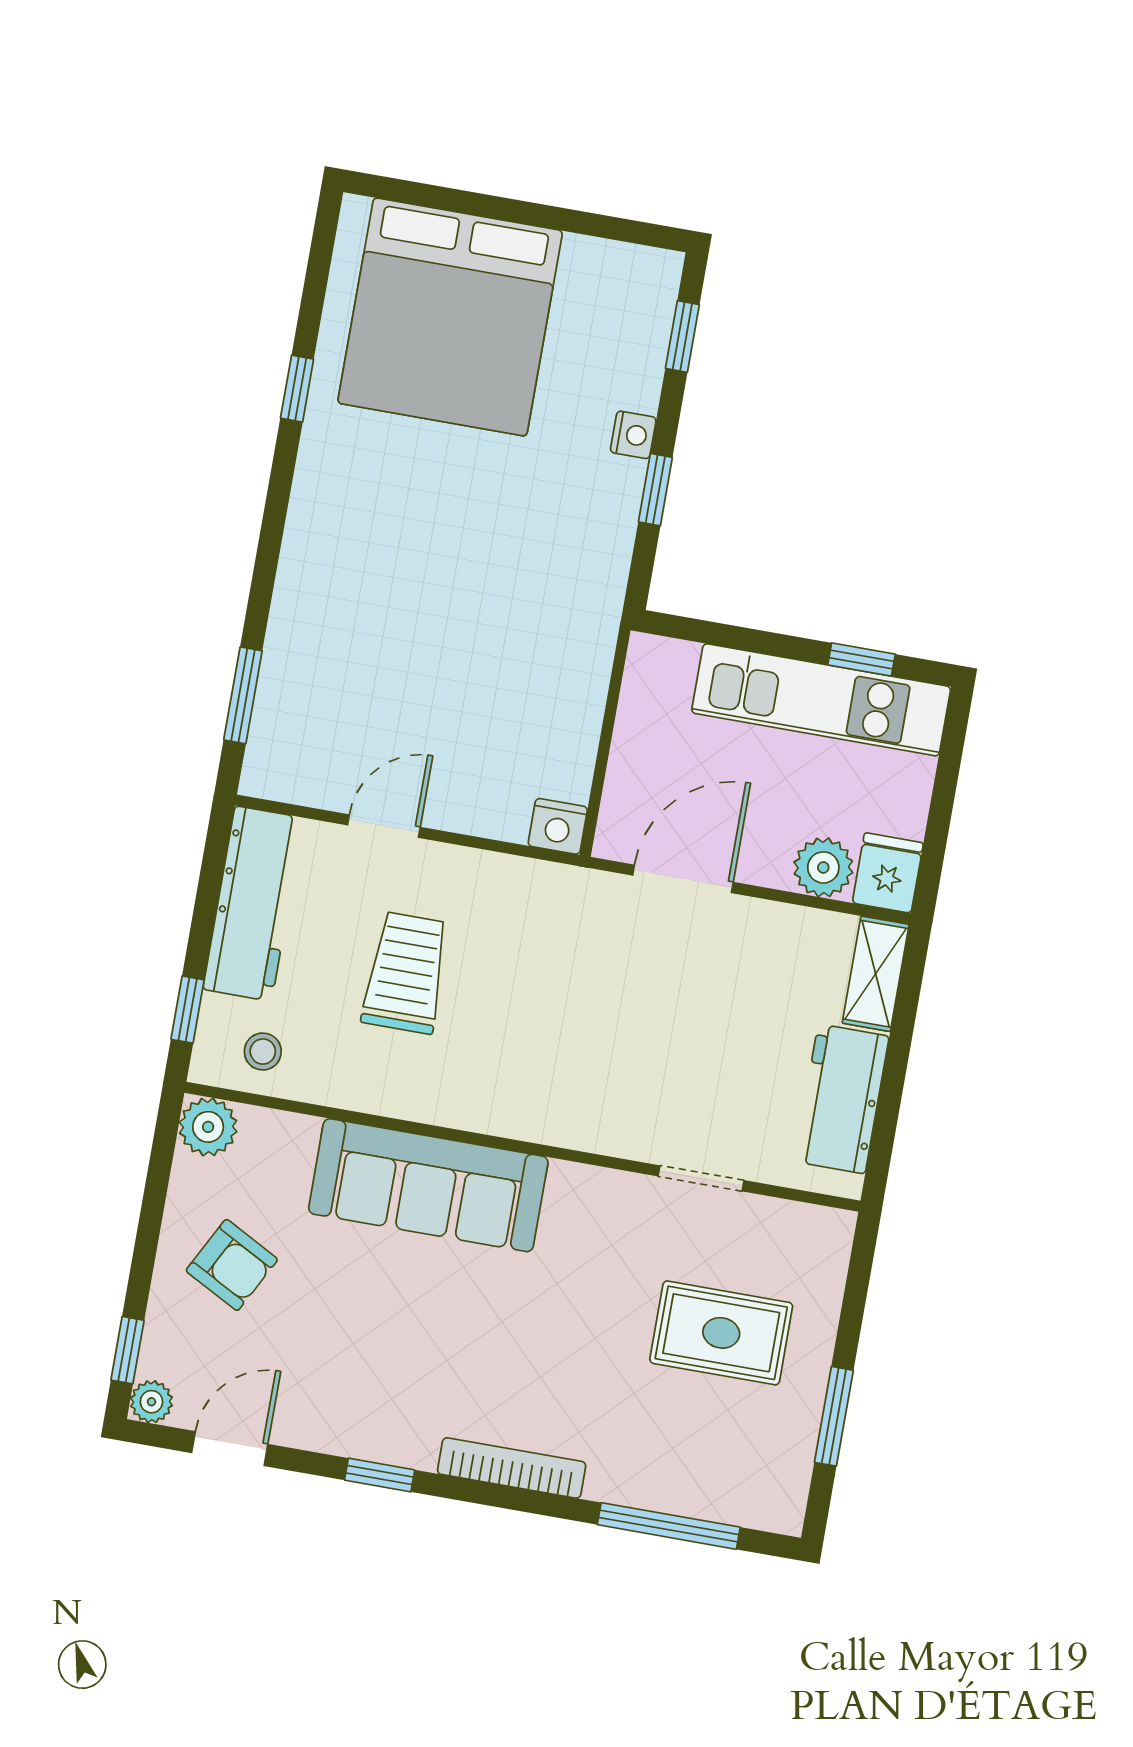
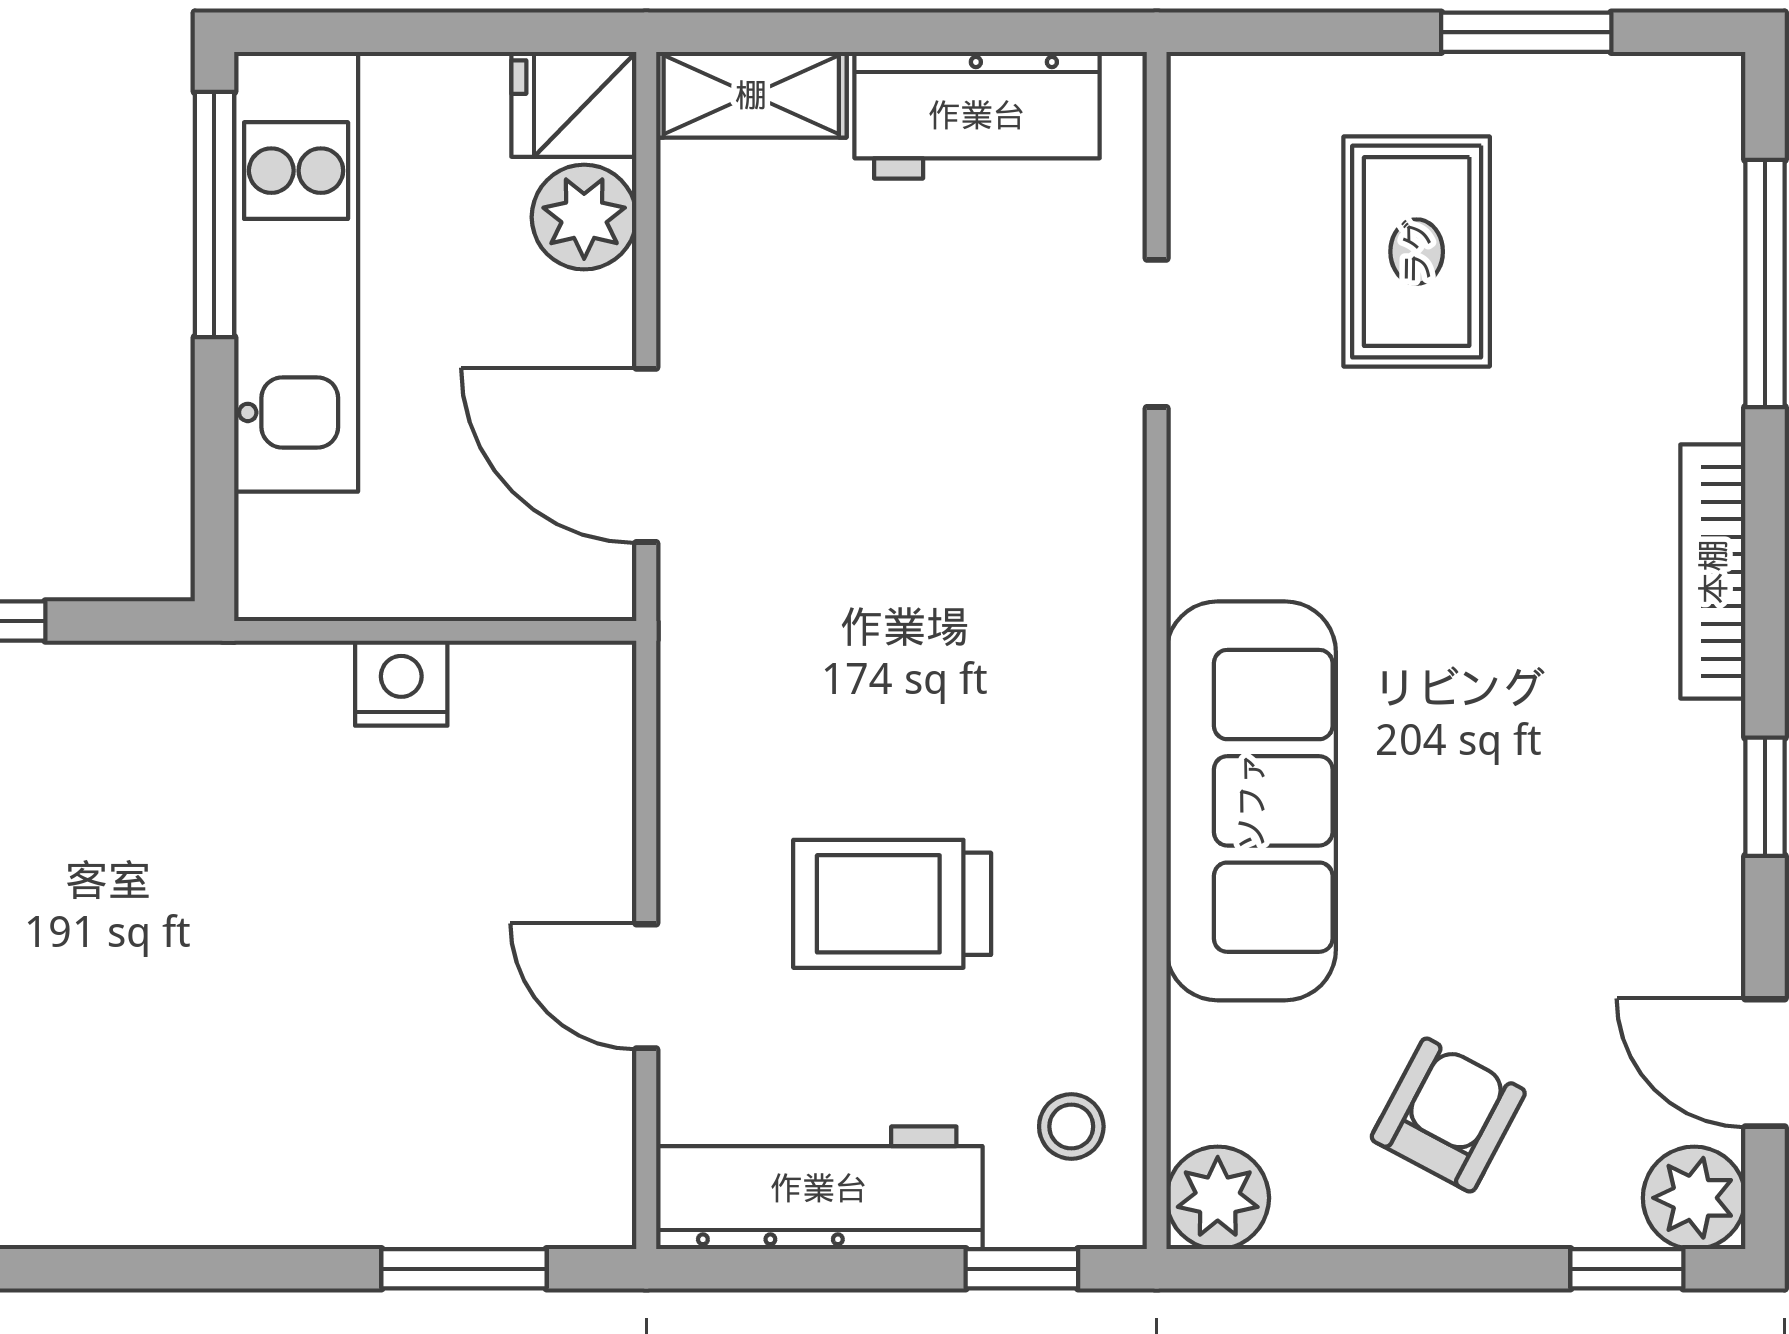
window: (861, 660) -> (214, 214), width x2.17
nightstand: (558, 826) -> (401, 683), moved, turned -90
plant: (151, 1402) -> (1694, 1198), width x1.38, depth x1.38

